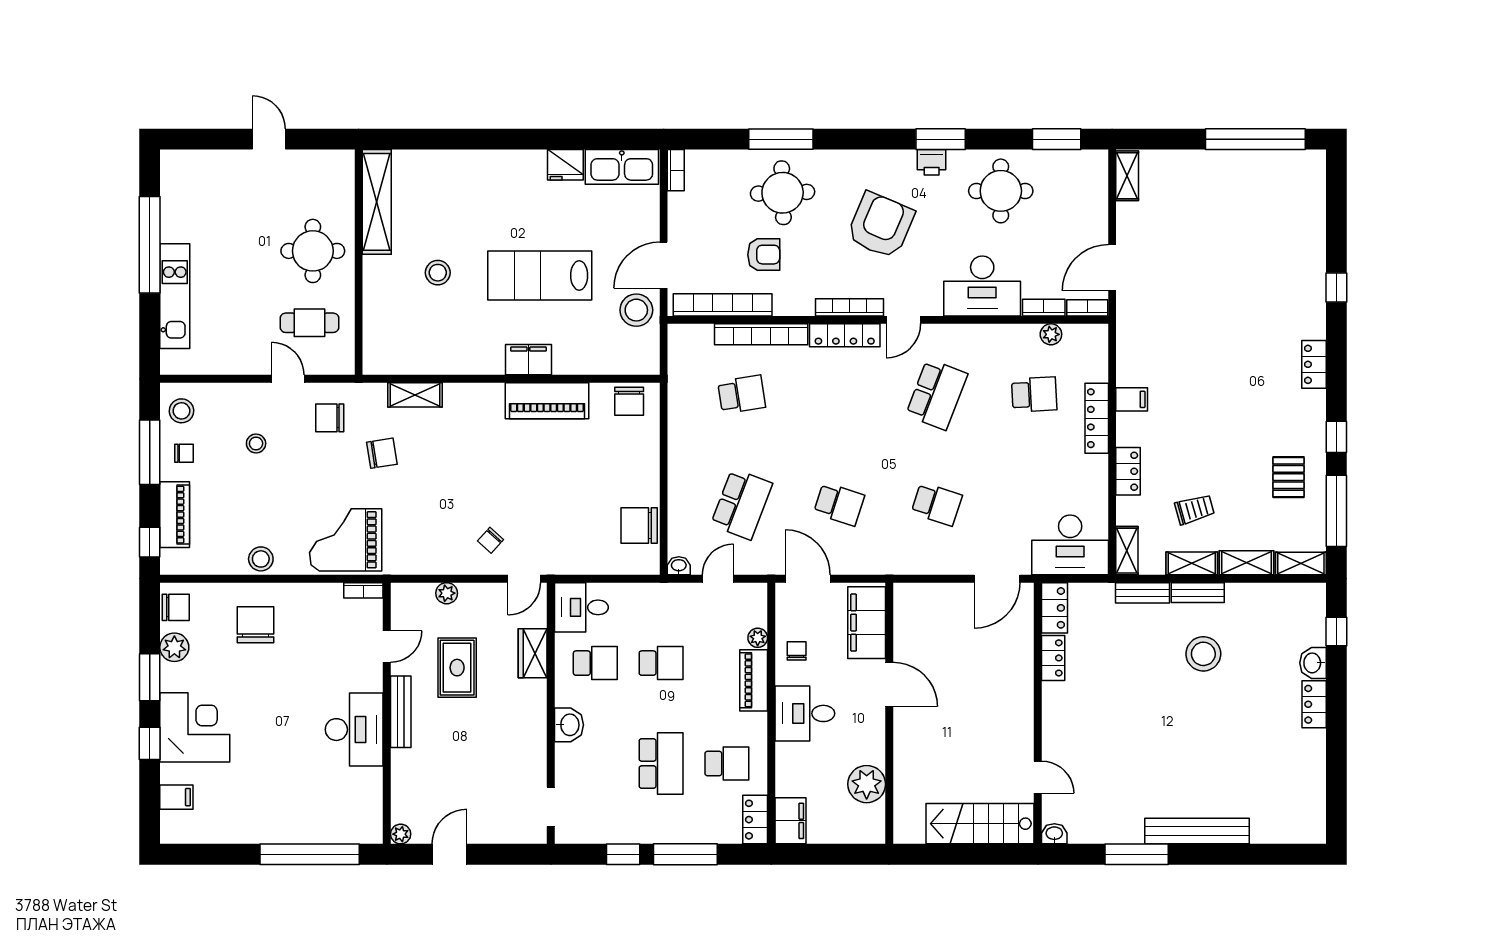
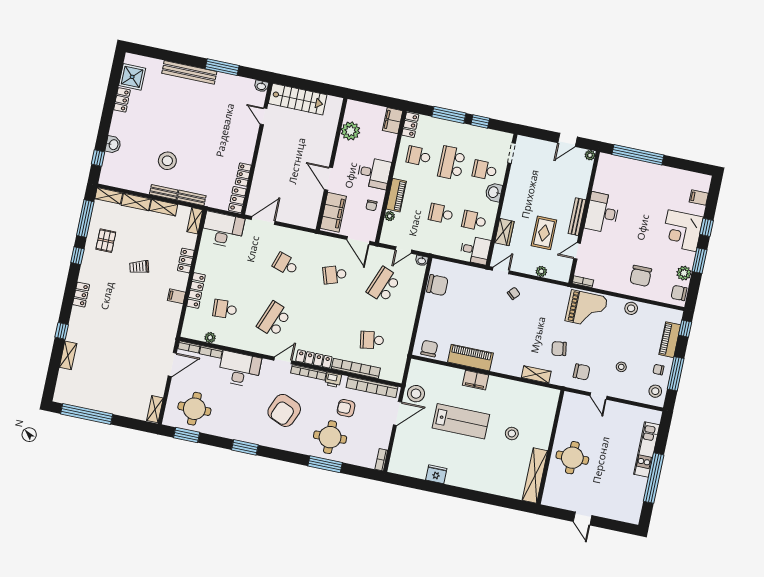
printer: (932, 162) -> (333, 380), moved, turned 180
kitchen sink: (622, 167) -> (408, 467), removed
round table: (1001, 191) -> (194, 409), moved
shelving: (1314, 243) -> (68, 355), added
cafe table: (309, 323) -> (582, 422), removed
school desk: (839, 504) -> (335, 275), turned -36
trolley: (1195, 509) -> (139, 267), moved
locker: (1314, 704) -> (122, 100), moved
school desk: (595, 764) -> (485, 170), added
shower: (1304, 800) -> (132, 77), added

